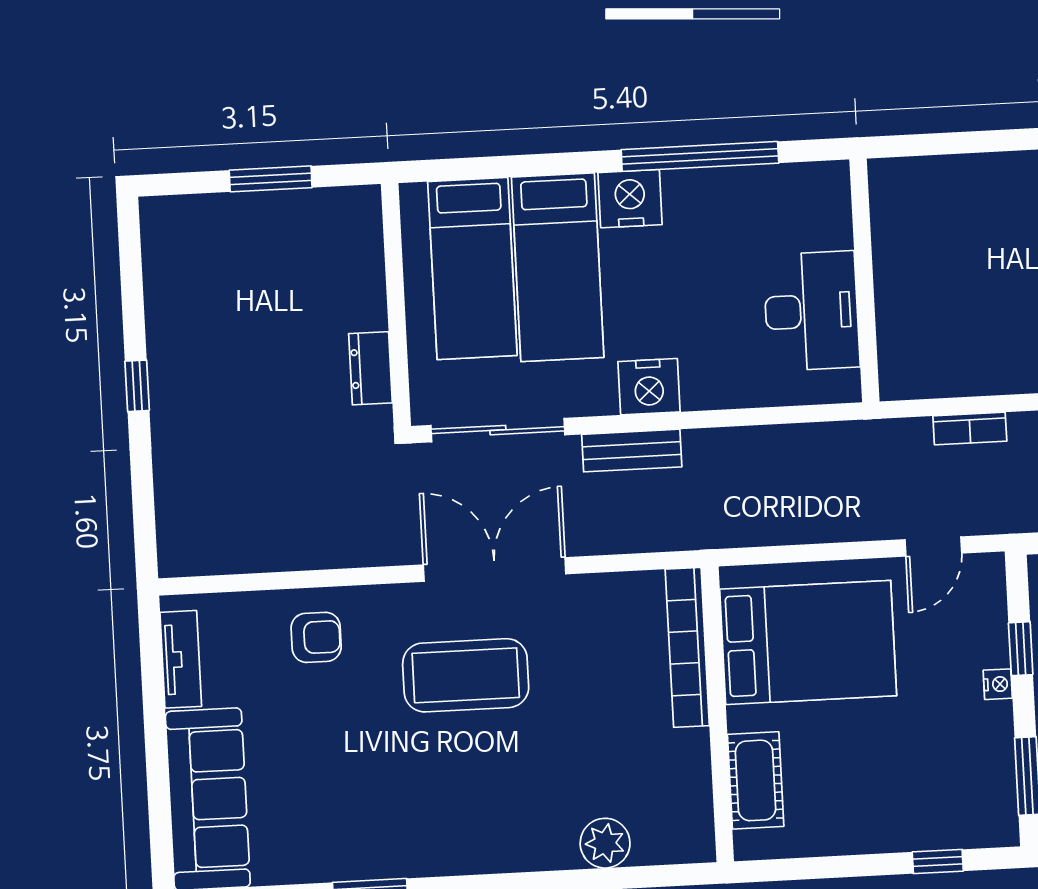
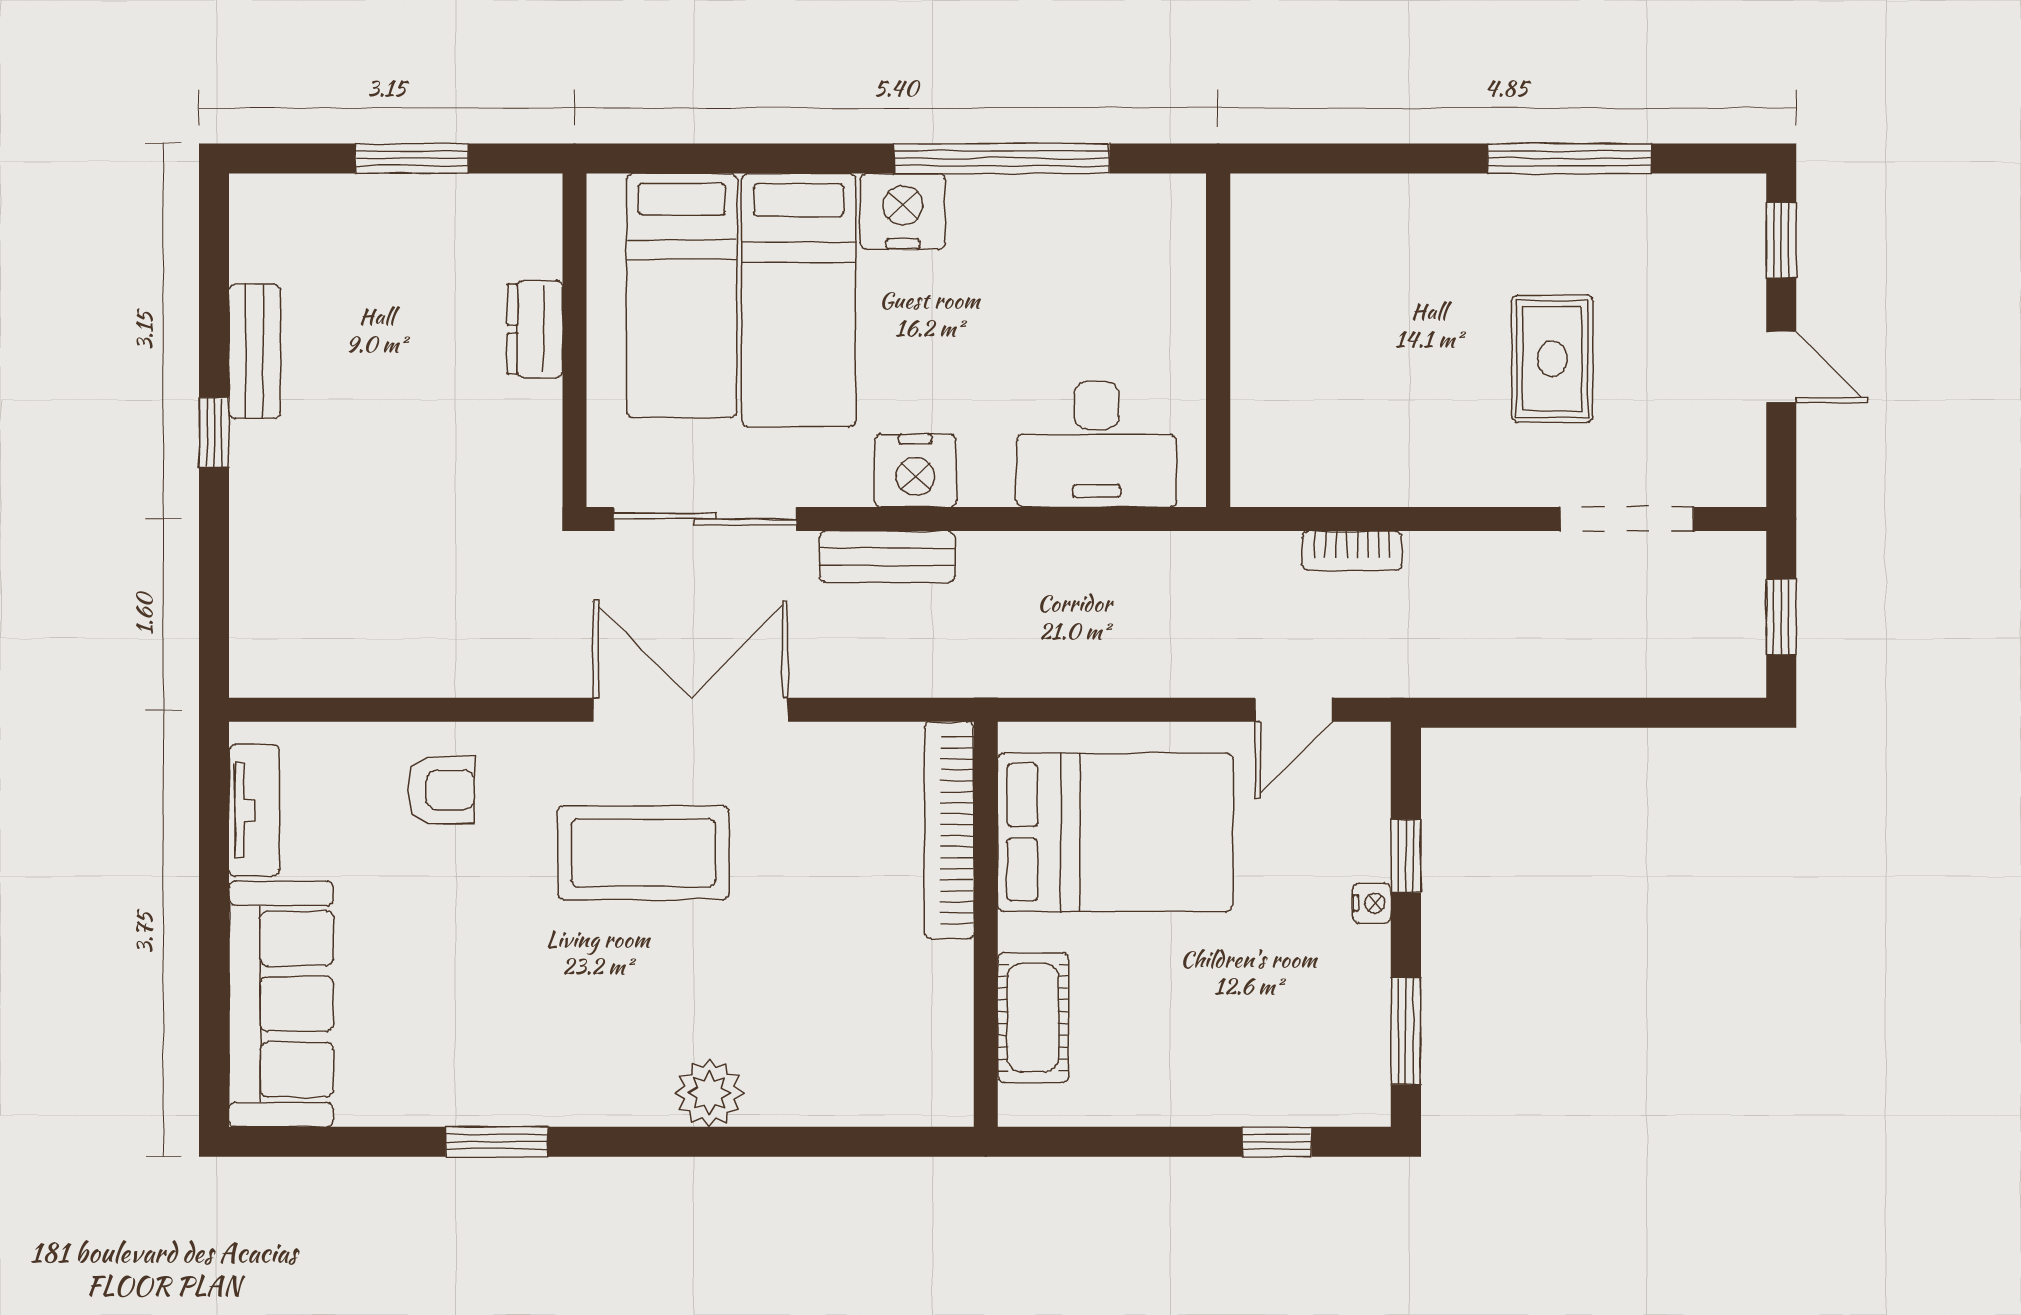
desk: (811, 311) -> (1097, 444), moved, turned 90
bench: (164, 325) -> (255, 351), added
dresser: (371, 368) -> (535, 329), moved
plant: (605, 843) -> (709, 1093), moved

